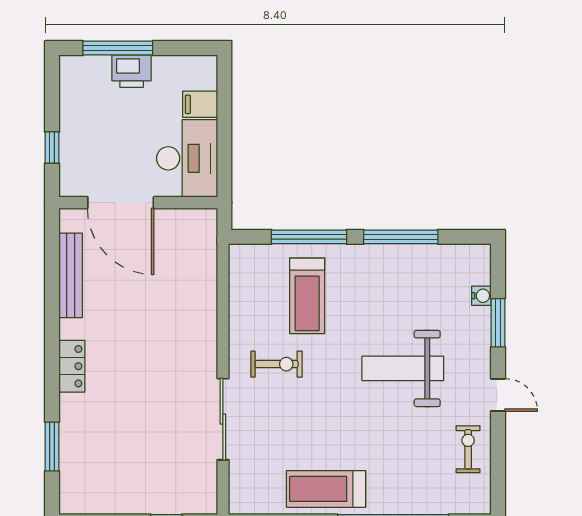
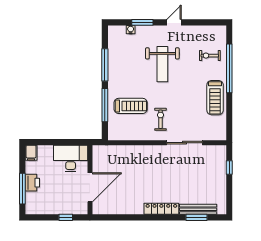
filing cabinet: (200, 104) -> (31, 153), moved
bench: (71, 275) -> (198, 209), moved
locker: (72, 366) -> (161, 209), width x1.53
exercise bike: (468, 449) -> (210, 56), moved

